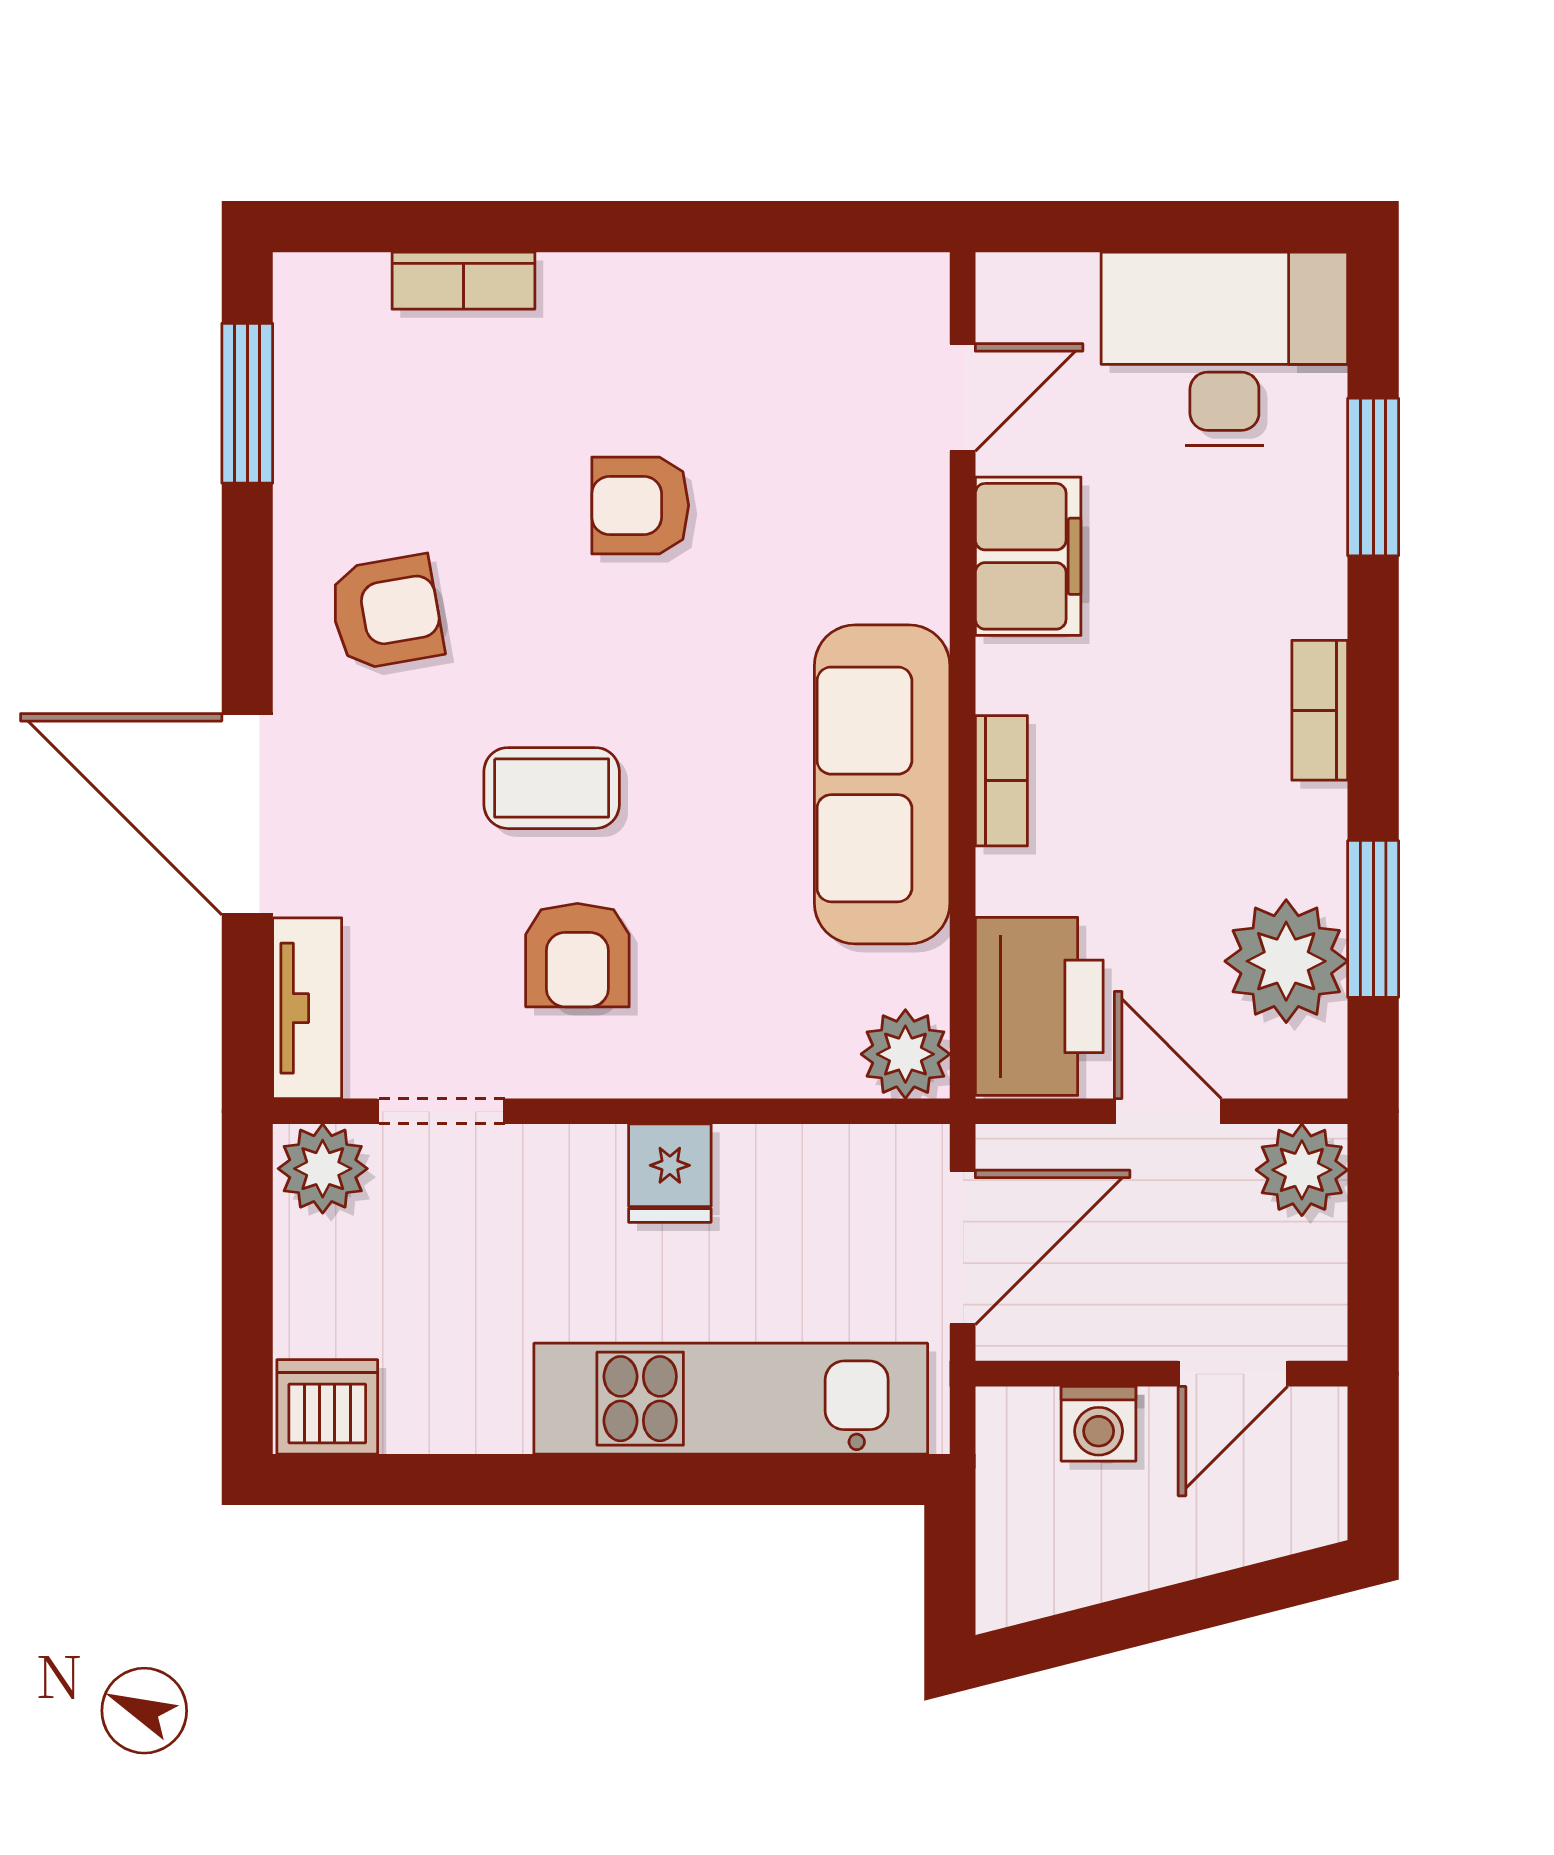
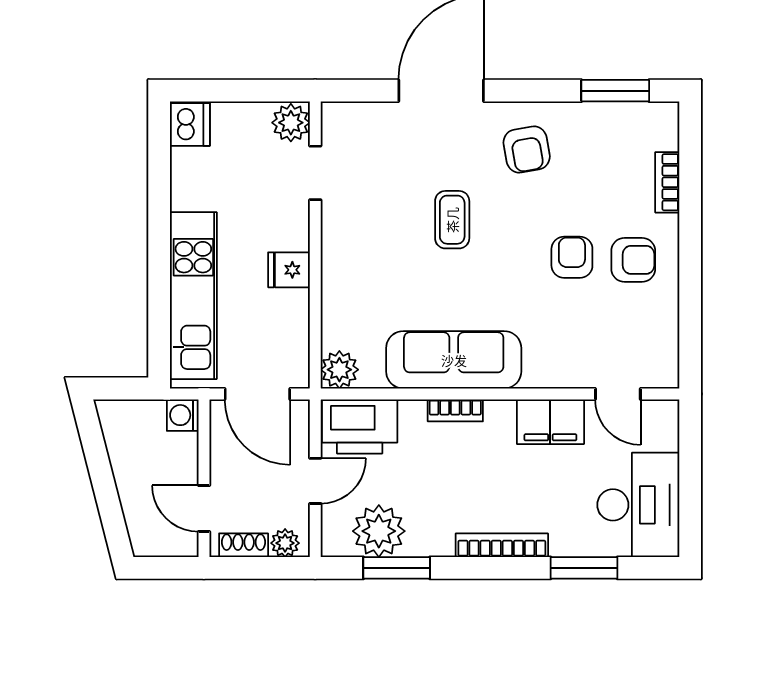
bookcase: (1320, 710) -> (502, 545), width x1.56
armchair: (577, 955) -> (633, 260), moved, turned 180
tv unit: (307, 1008) -> (359, 116), removed
plant: (1302, 1170) -> (285, 543), width x0.73, depth x0.73
shoe rack: (1320, 1280) -> (244, 545), added
washing machine: (1099, 1424) -> (183, 415), moved

